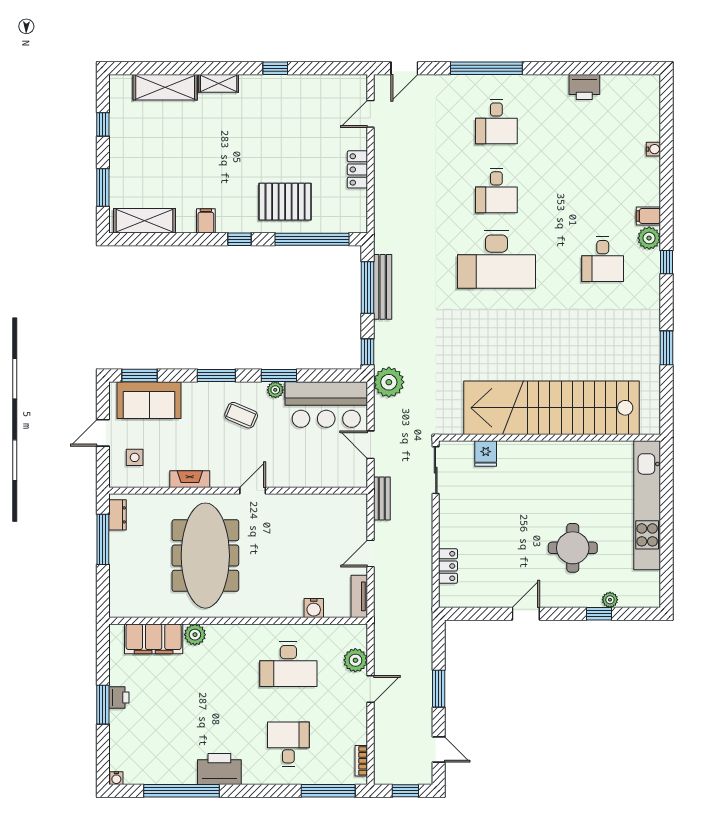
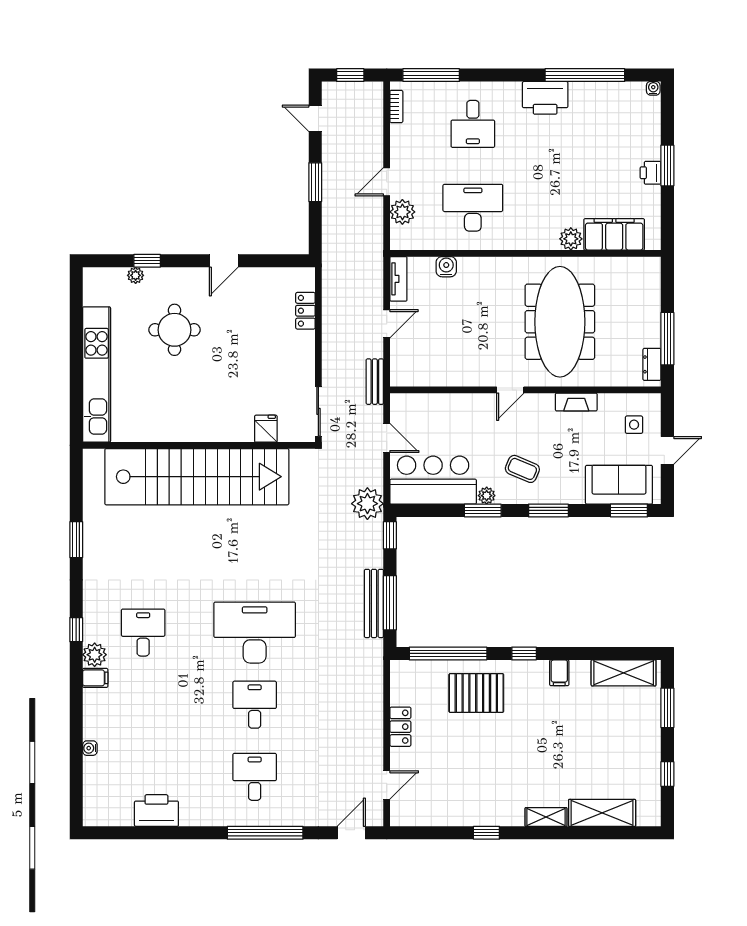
printer: (584, 87) -> (156, 811), width x1.37, depth x1.19

